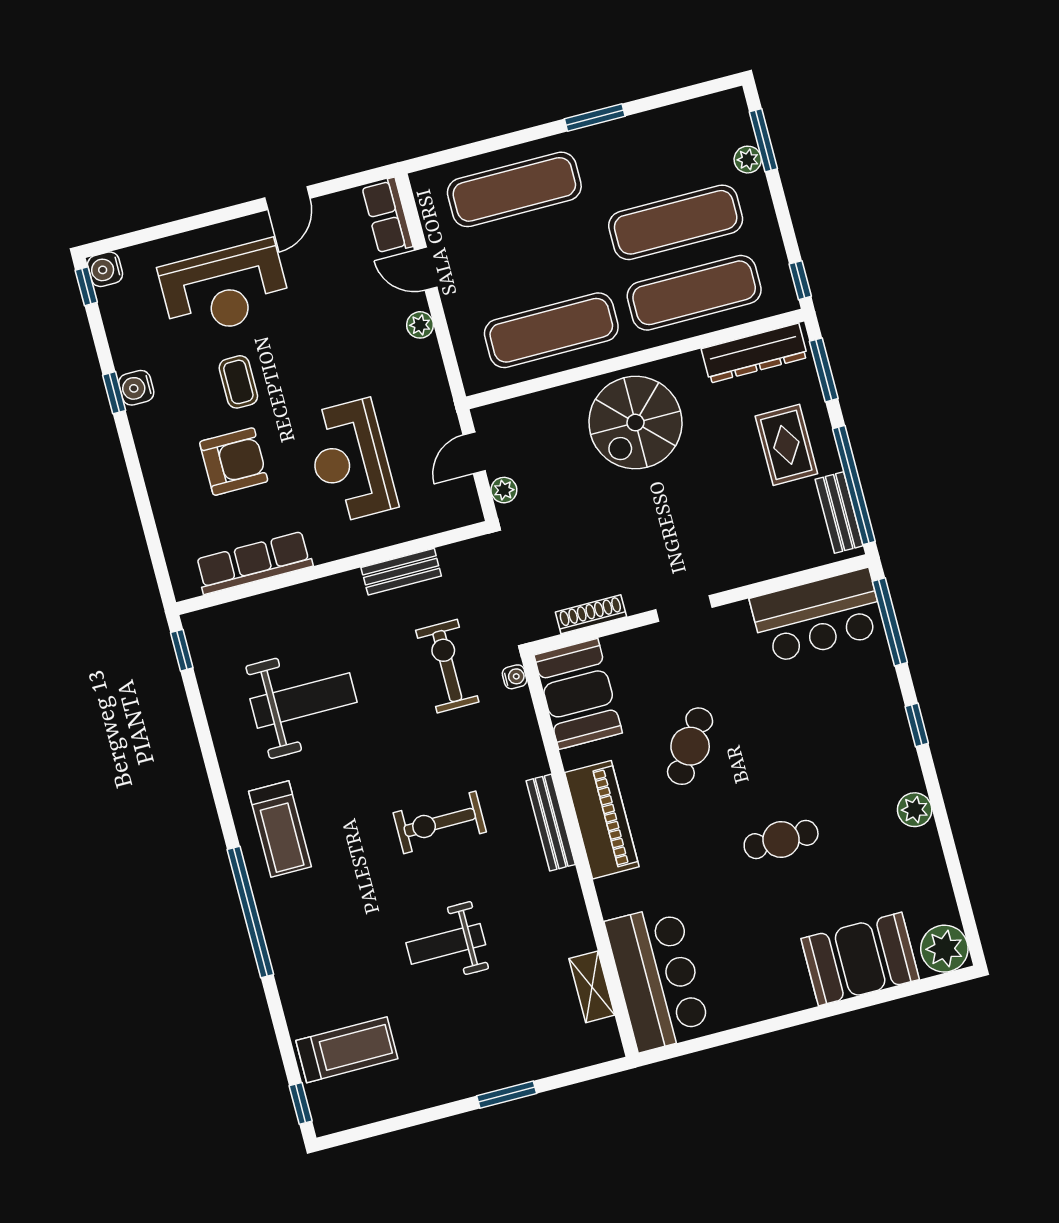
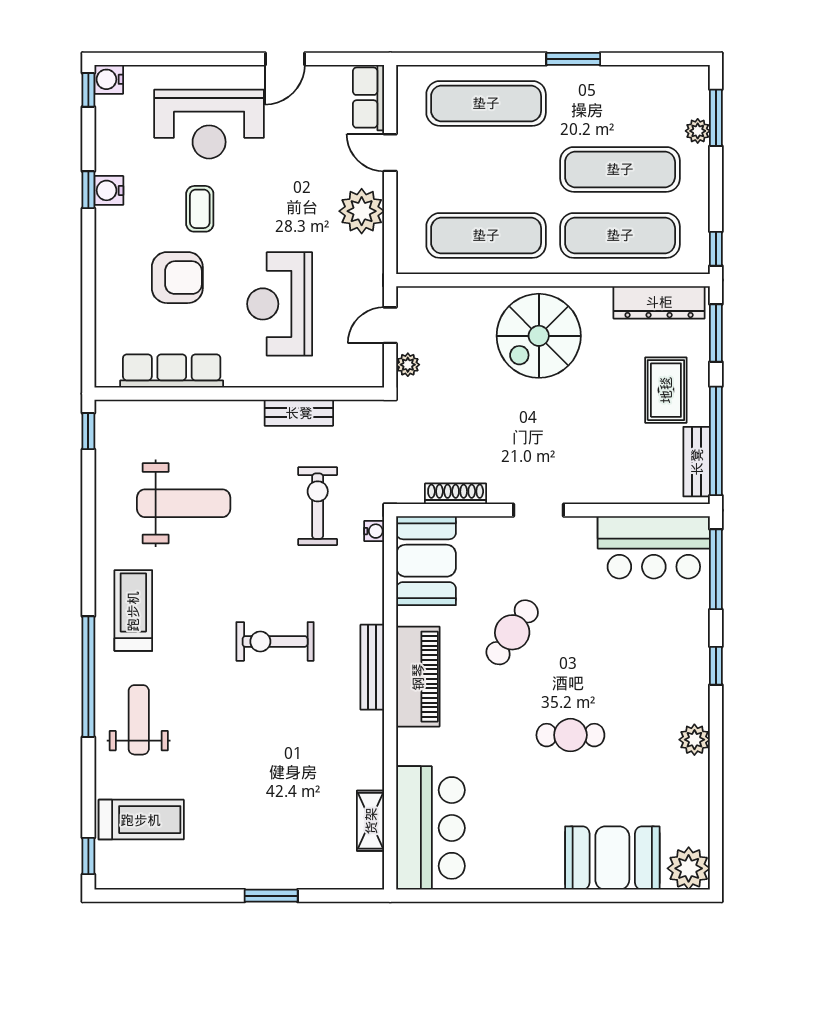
plant: (420, 325) -> (362, 211), width x1.87, depth x1.87
treadmill: (280, 829) -> (133, 611), turned 180
weight bench: (446, 944) -> (139, 720), moved, turned 90

